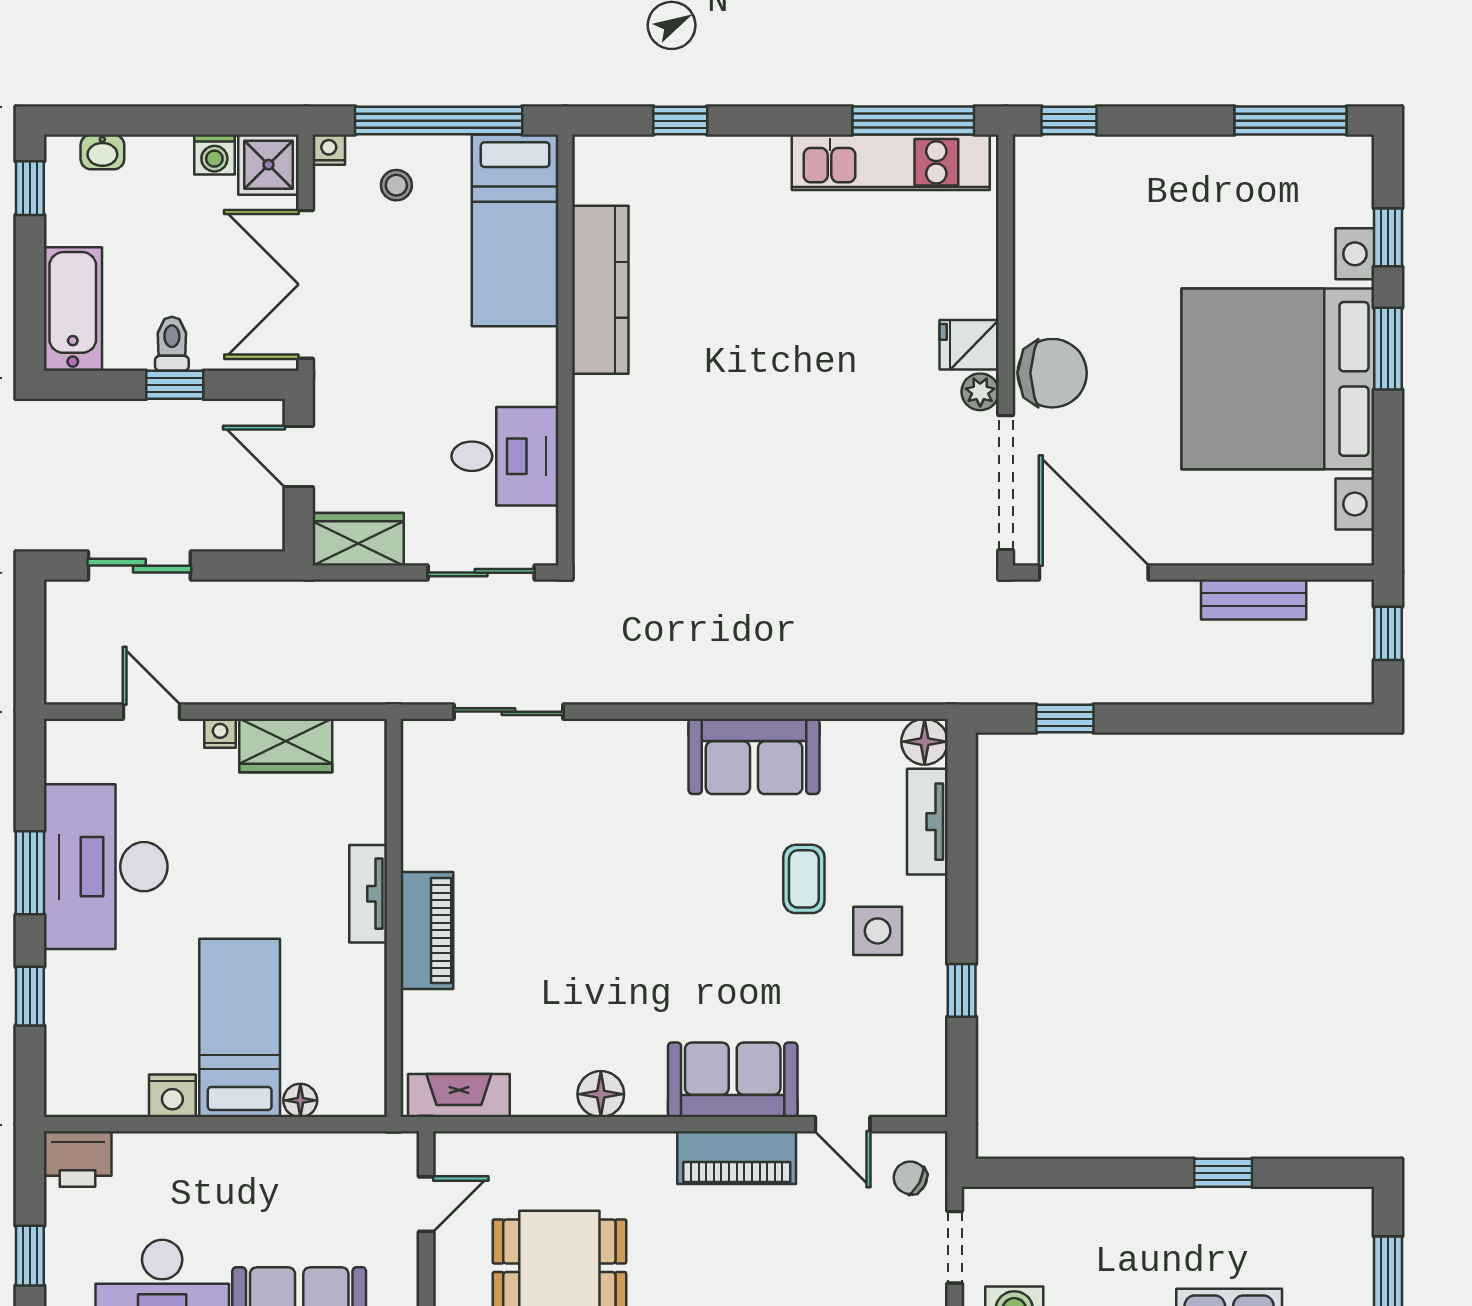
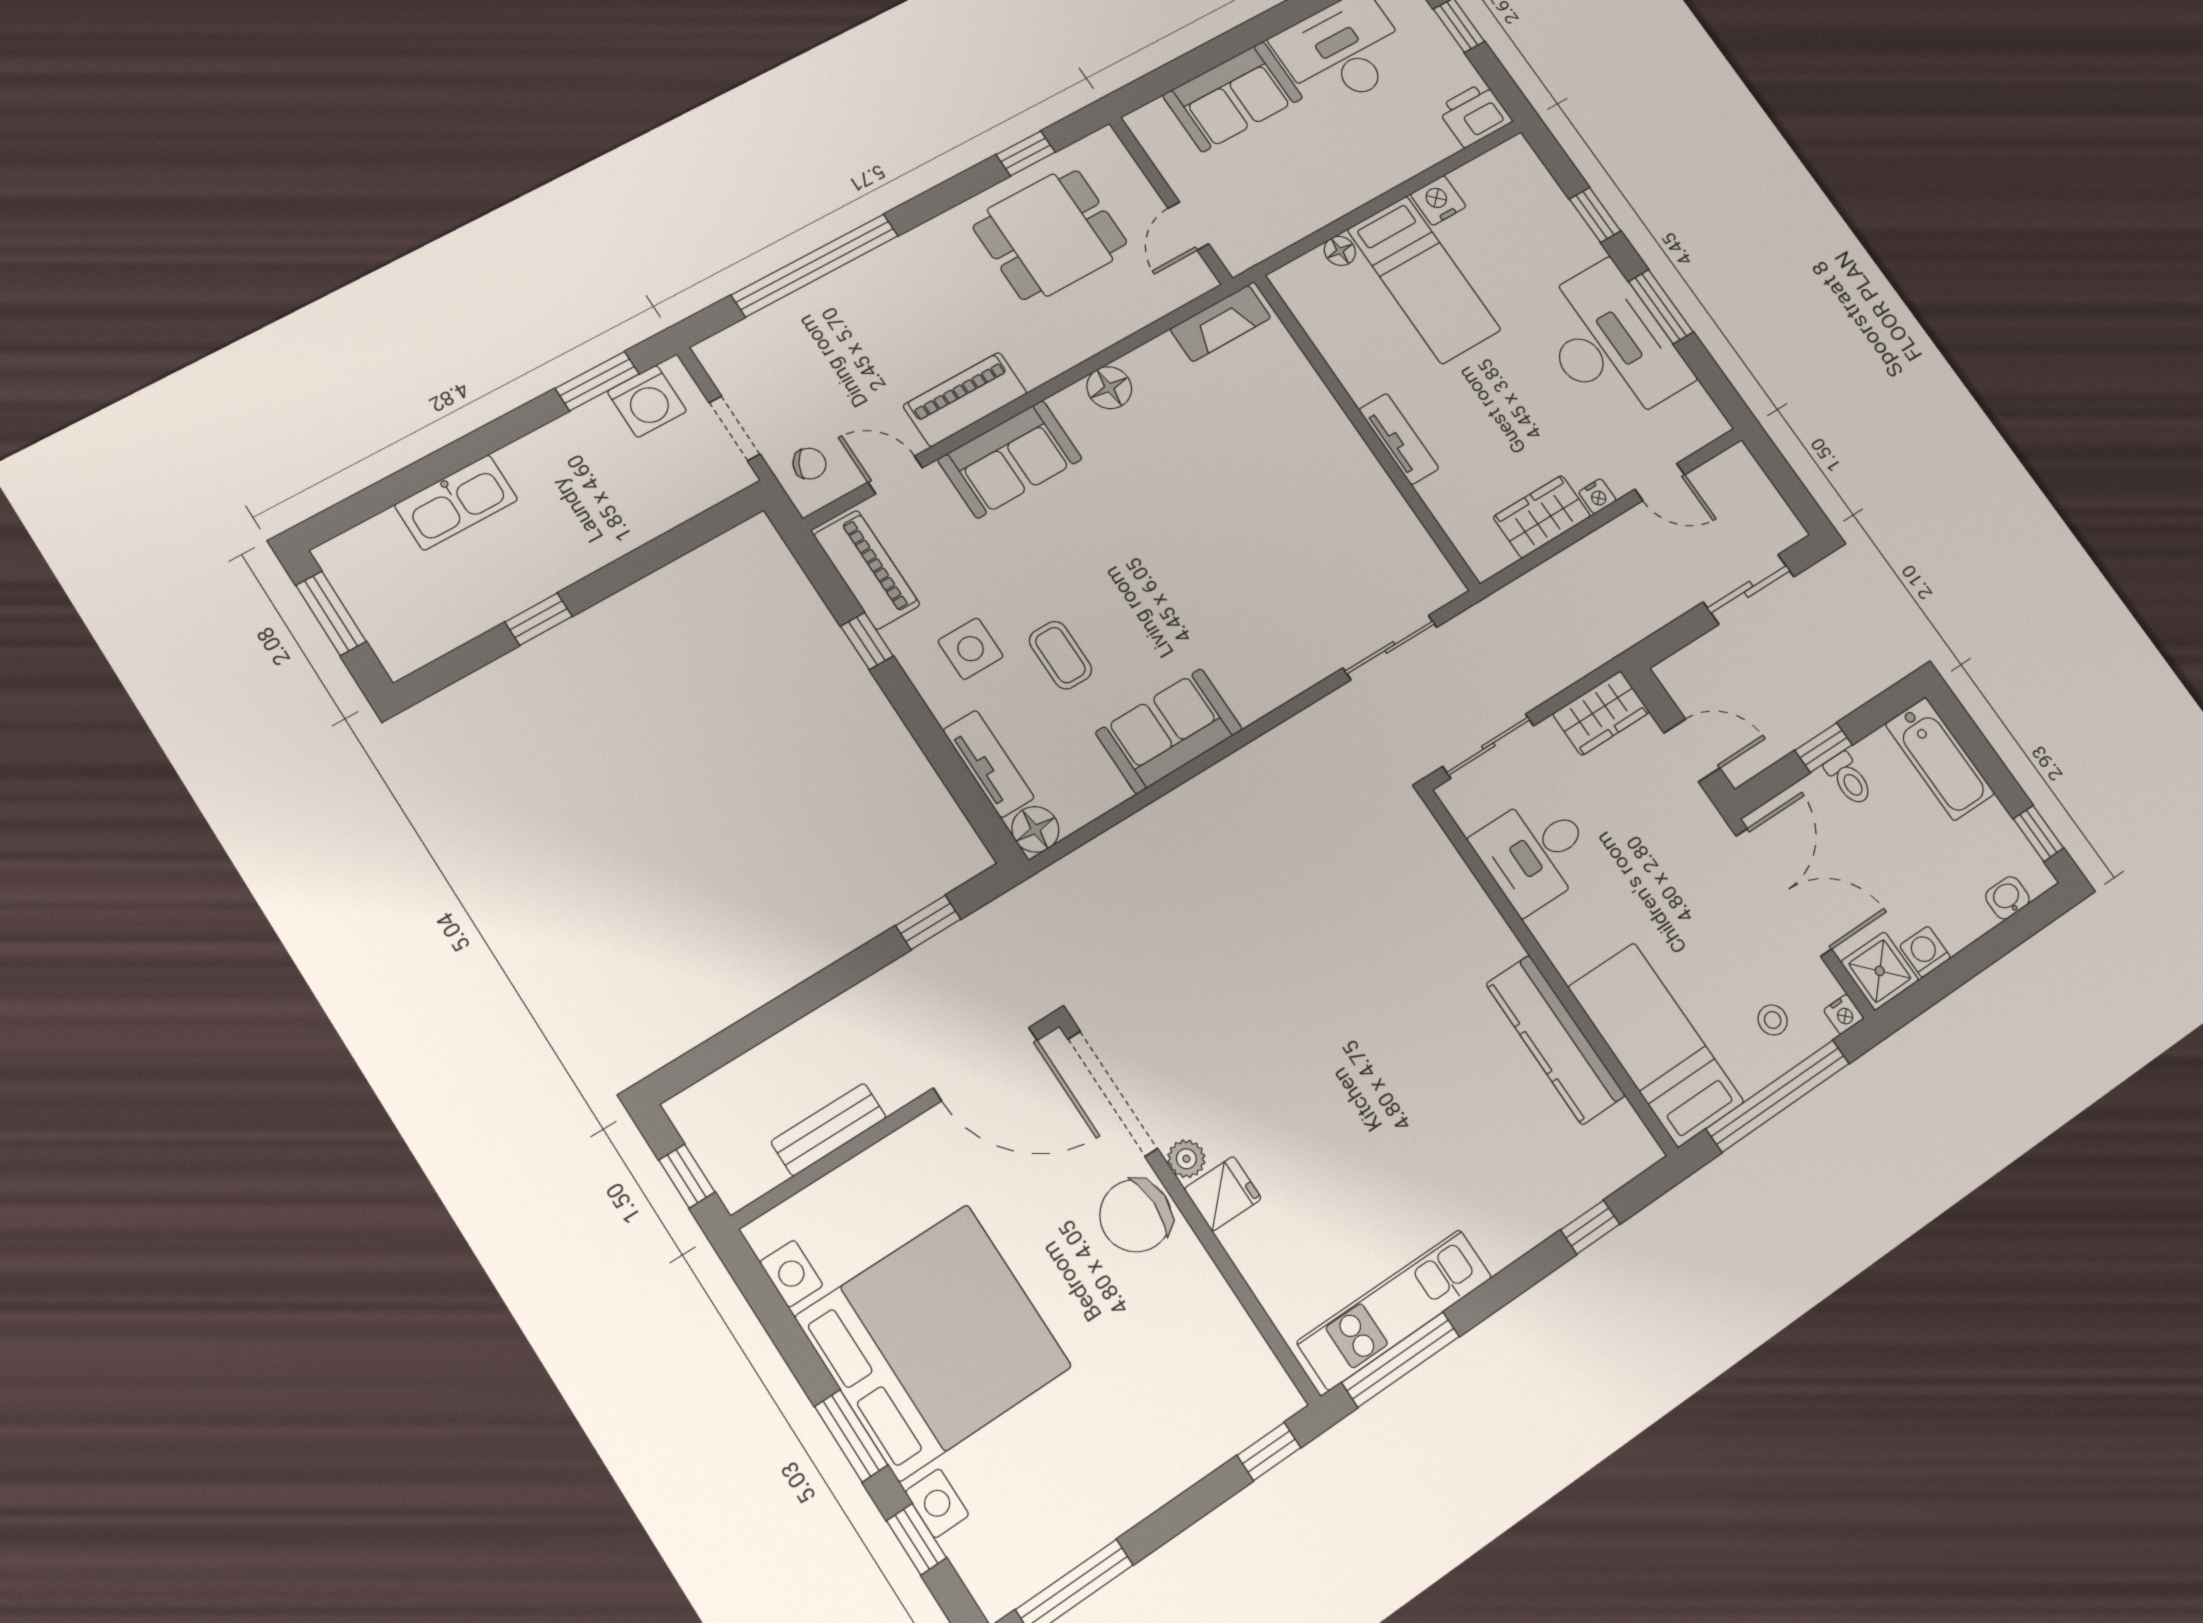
piano: (427, 930) -> (867, 570), moved, turned 180

